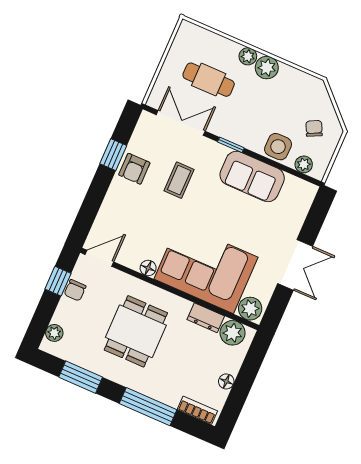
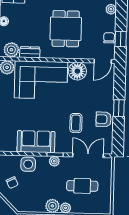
double door: (181, 123) -> (88, 155), swing flipped
window: (113, 155) -> (119, 108), moved
plant: (304, 164) -> (54, 161), moved
armchair: (134, 169) -> (104, 119), turned -90
floor lamp: (148, 268) -> (77, 71), width x1.89, depth x1.89

